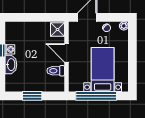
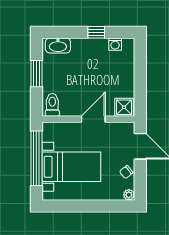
washing machine: (10, 49) -> (115, 44), moved
washbasin: (11, 65) -> (58, 45), moved
toilet: (56, 71) -> (52, 105), moved

